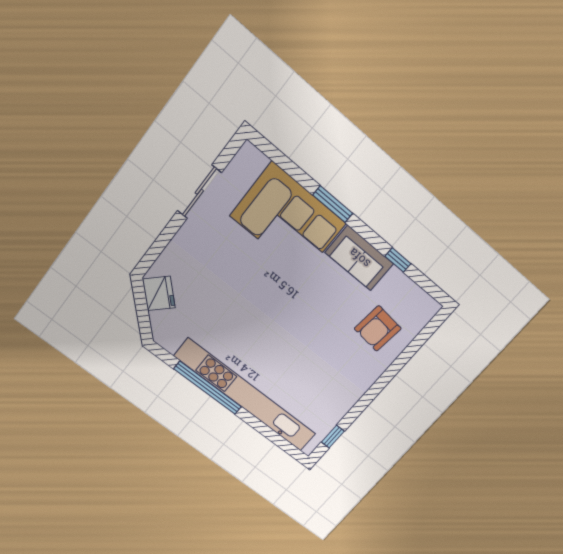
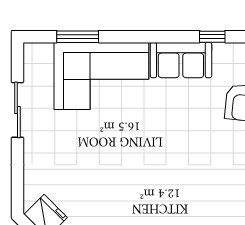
window: (333, 204) -> (78, 37), moved

